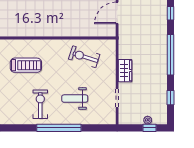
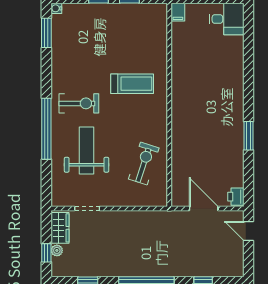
treadmill: (26, 65) -> (132, 84), turned -90
wardrobe: (125, 71) -> (60, 228), moved, turned -90
weight bench: (75, 99) -> (87, 151), width x1.36, depth x1.33

